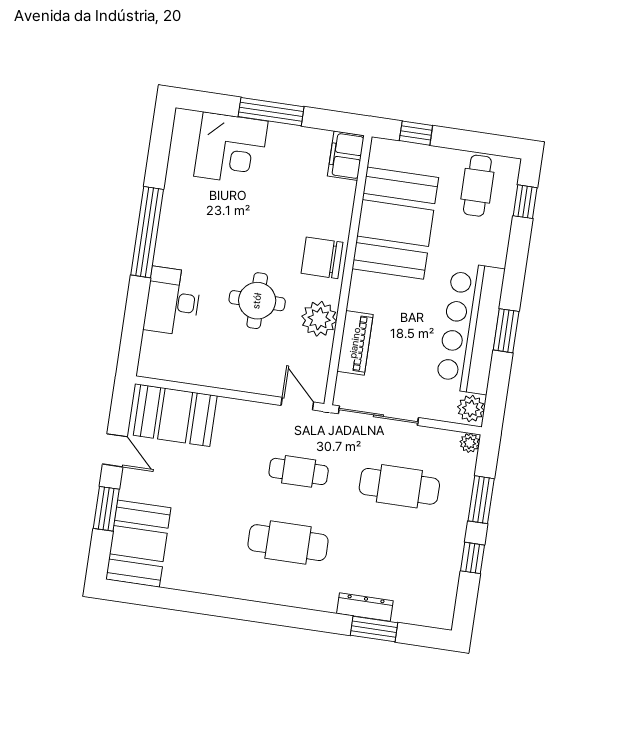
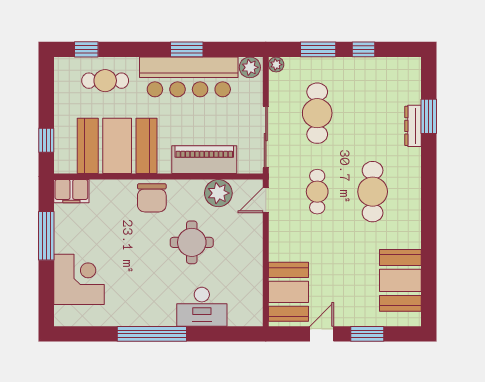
window: (271, 112) -> (46, 236), moved
cafe table: (477, 186) -> (105, 81), moved
plant: (319, 319) -> (218, 193), moved
piano: (355, 343) -> (204, 160), width x1.37, depth x1.33
booth: (138, 544) -> (400, 280), moved, turned 90

